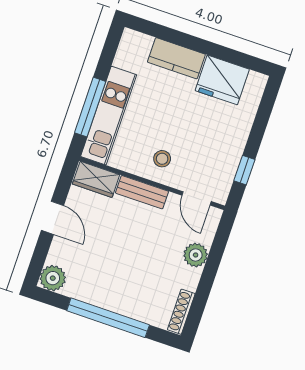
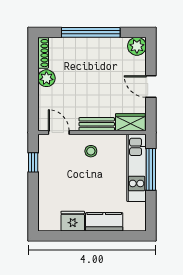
fridge: (222, 80) -> (73, 221), width x0.73, depth x0.75
plant: (196, 255) -> (46, 78), moved

